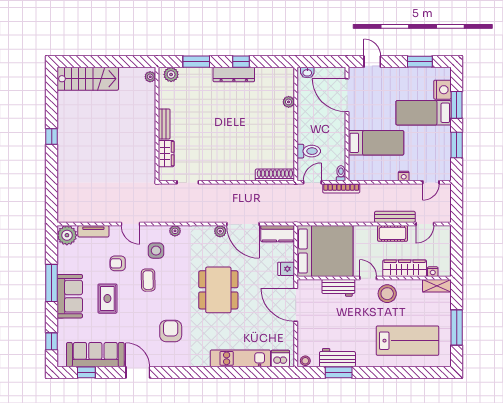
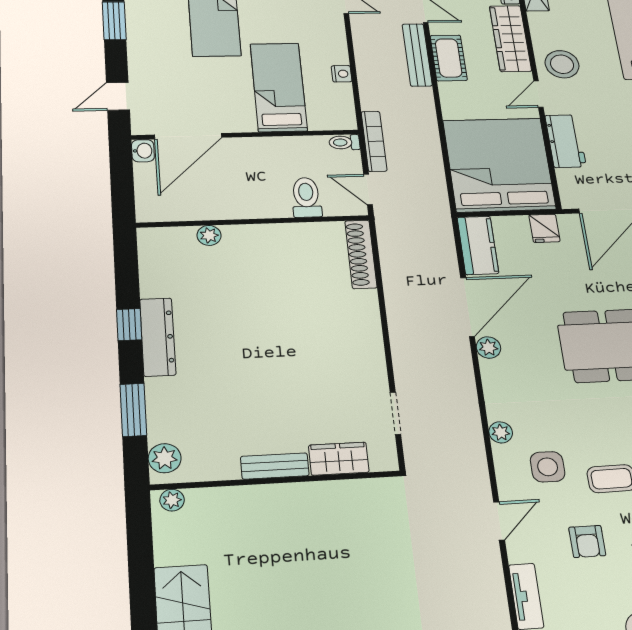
washbasin: (307, 73) -> (143, 151), moved
nightstand: (404, 176) -> (342, 74), moved

